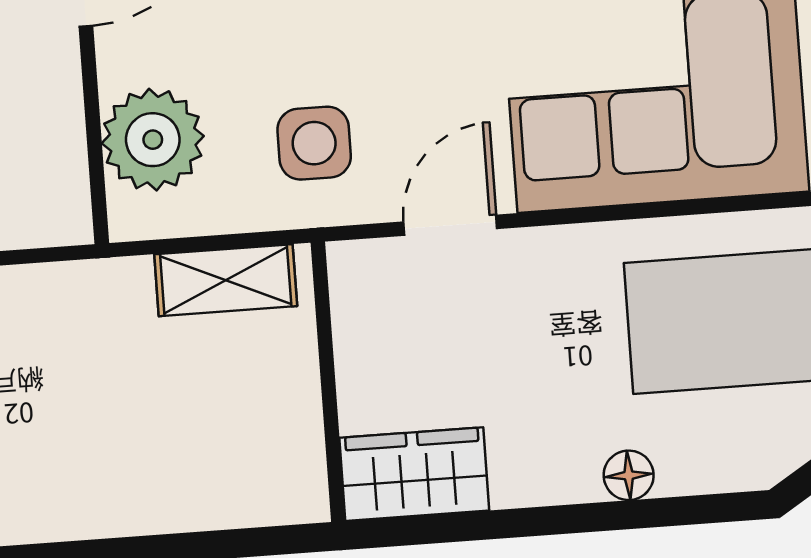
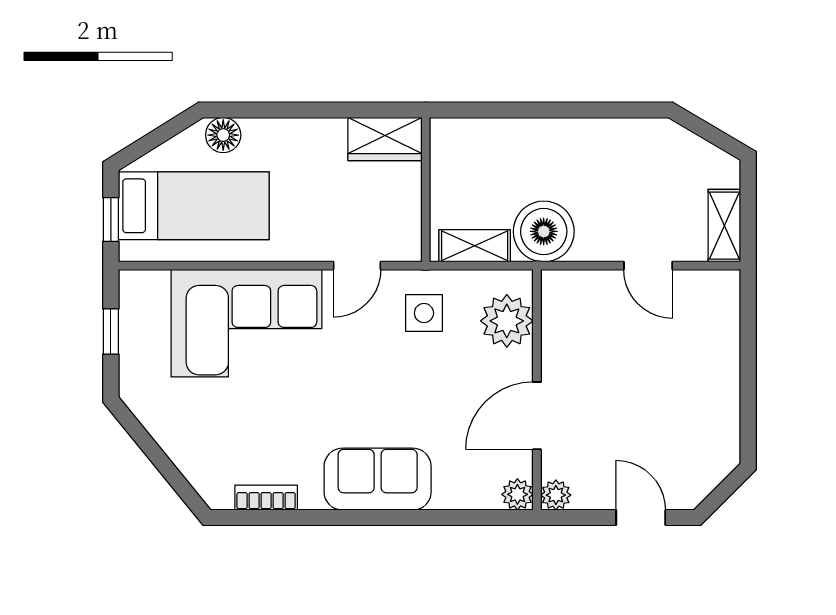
boiler: (94, 318) -> (544, 231), added
floor lamp: (629, 475) -> (223, 135), moved, width x1.37, depth x1.37

